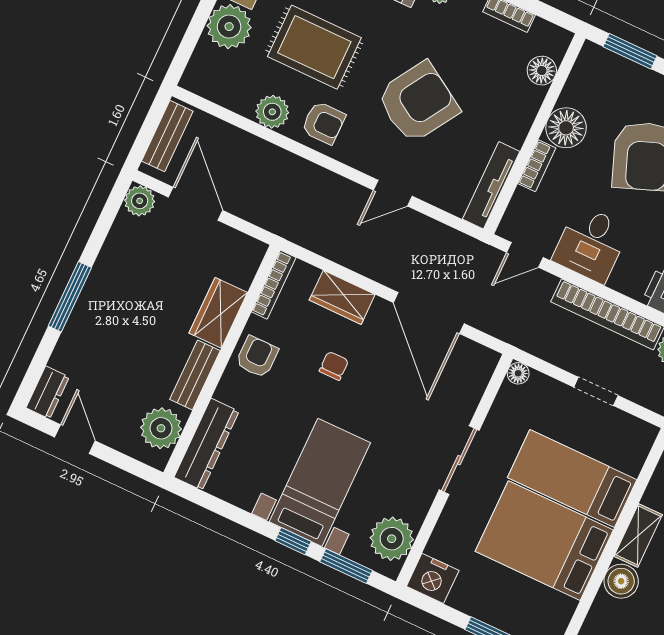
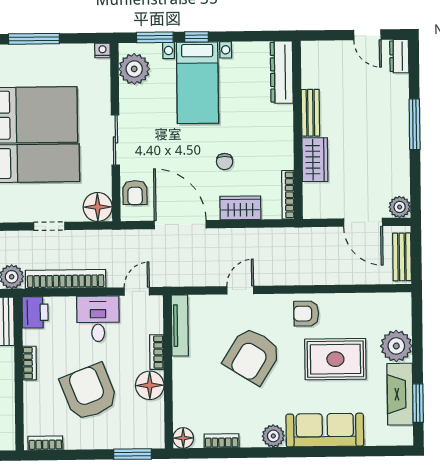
floor lamp: (542, 71) -> (183, 438), moved
plant: (272, 112) -> (342, 305), removed
armchair: (257, 357) -> (135, 193), moved
floor lamp: (518, 373) -> (98, 207), width x1.89, depth x1.89
plant: (161, 428) -> (316, 68), removed
nightstand: (433, 578) -> (102, 50), width x0.53, depth x0.56

